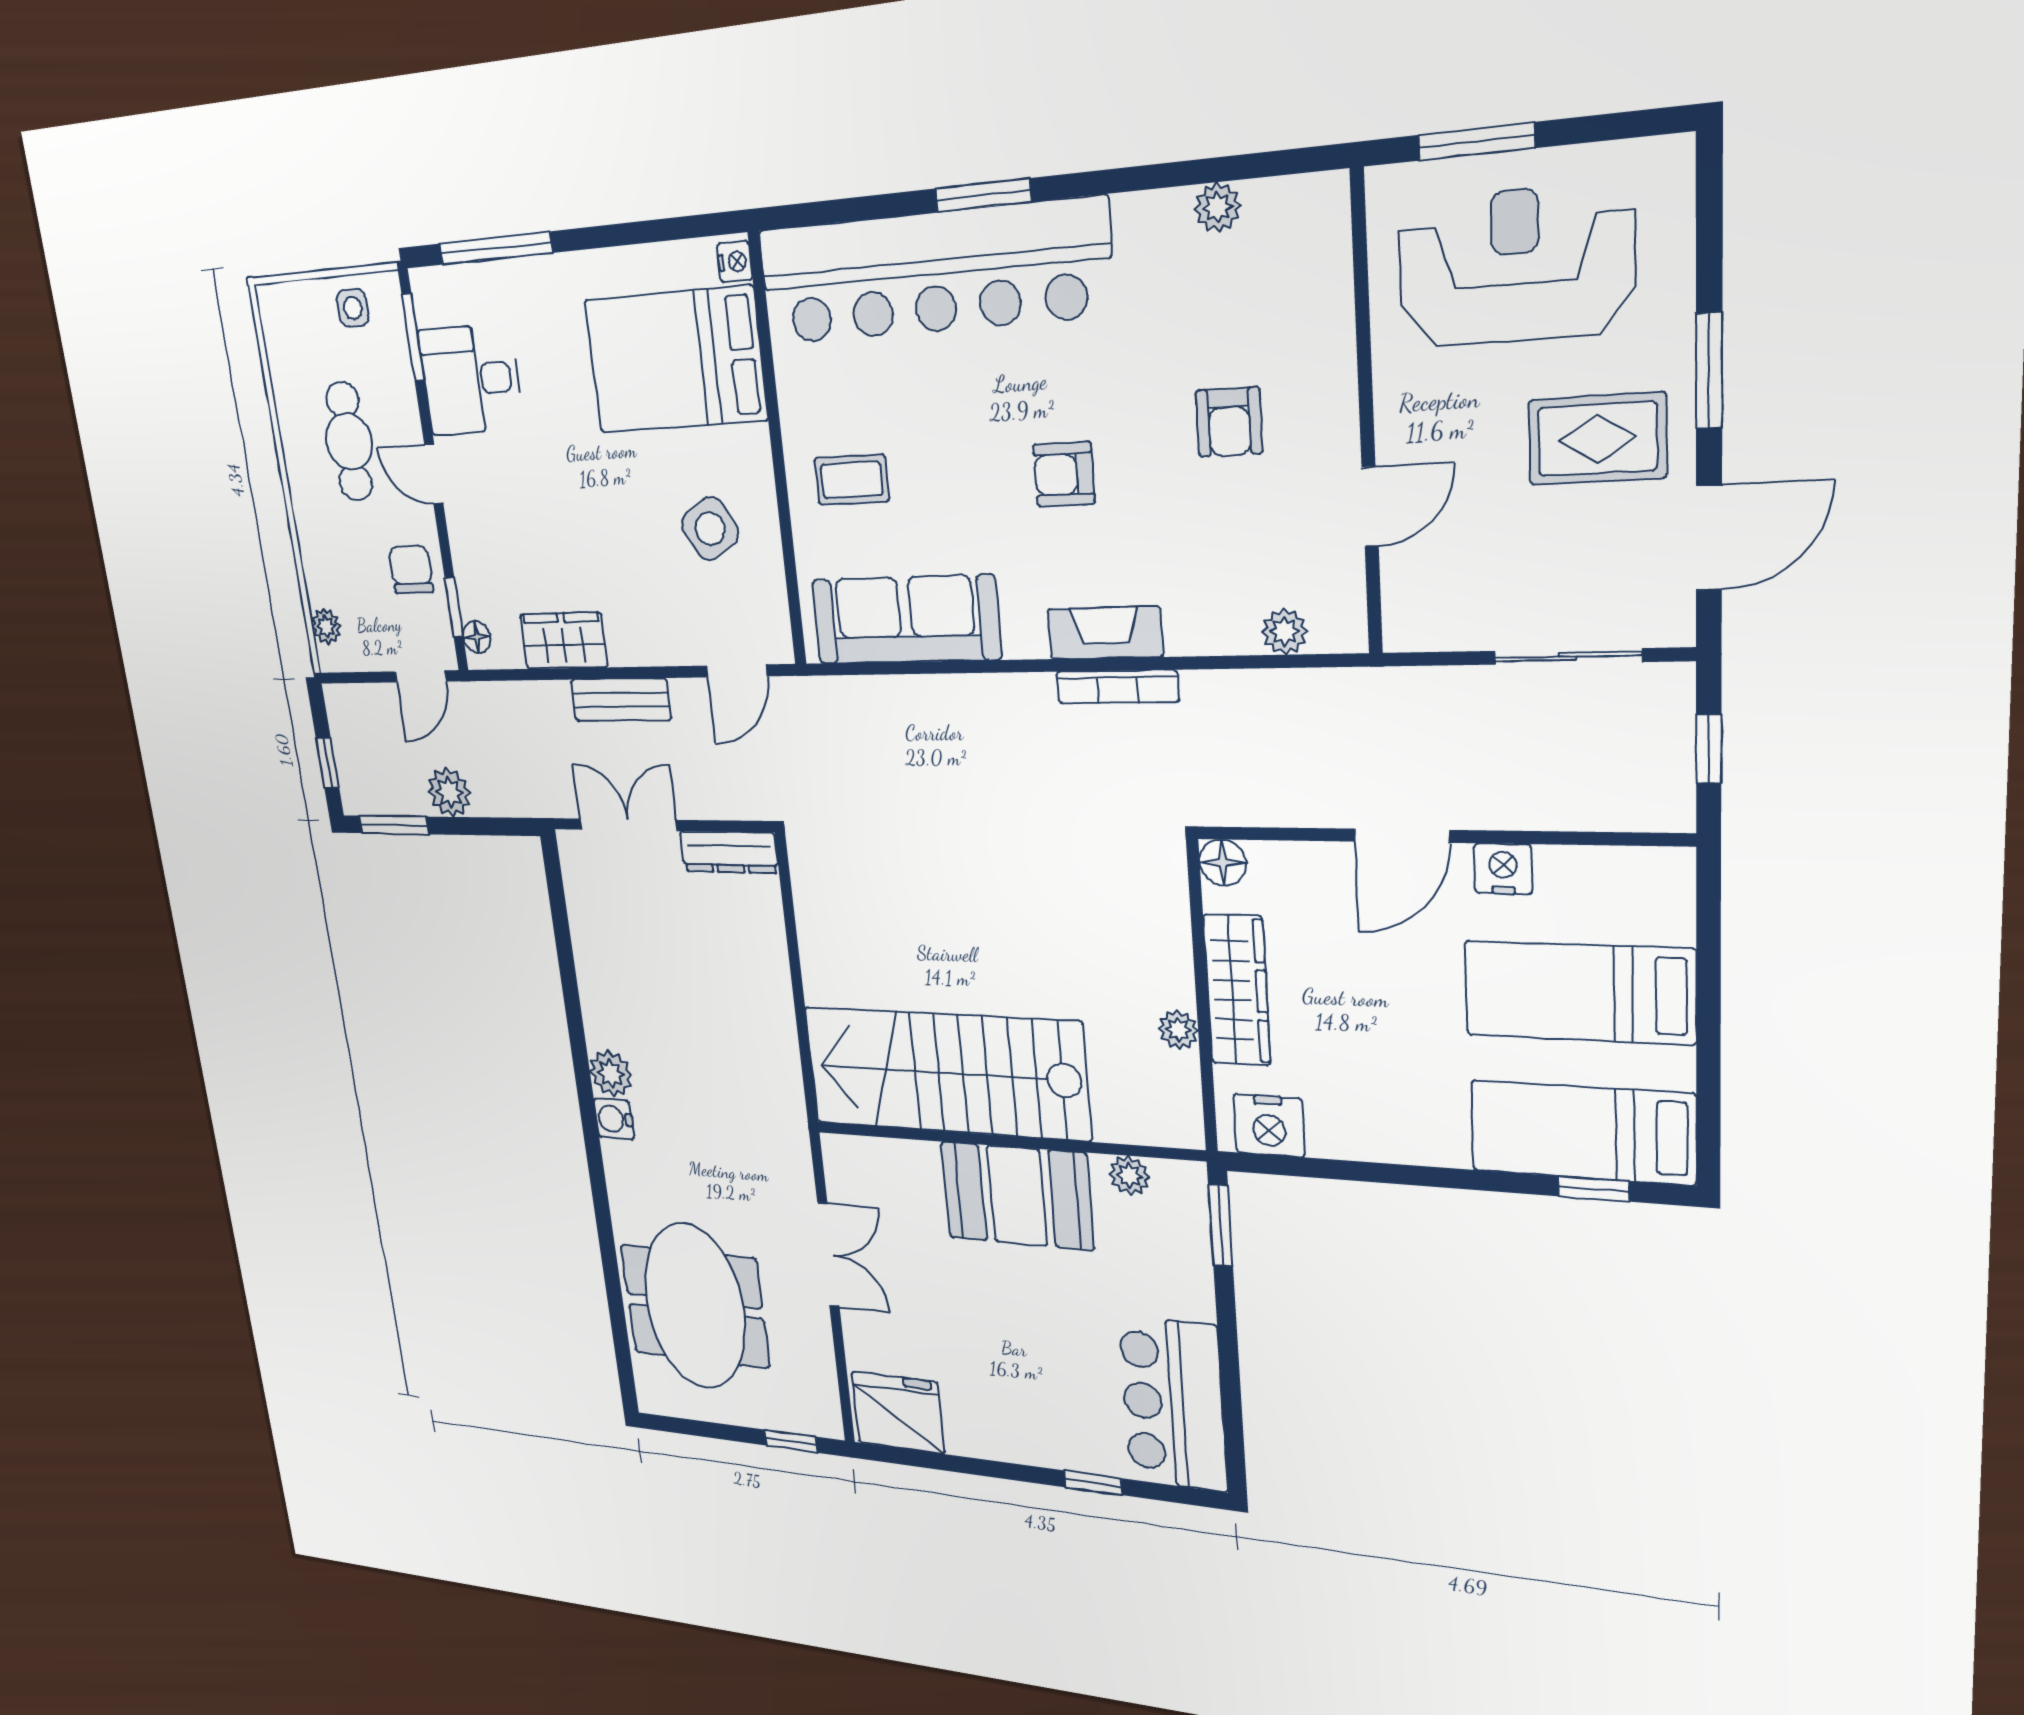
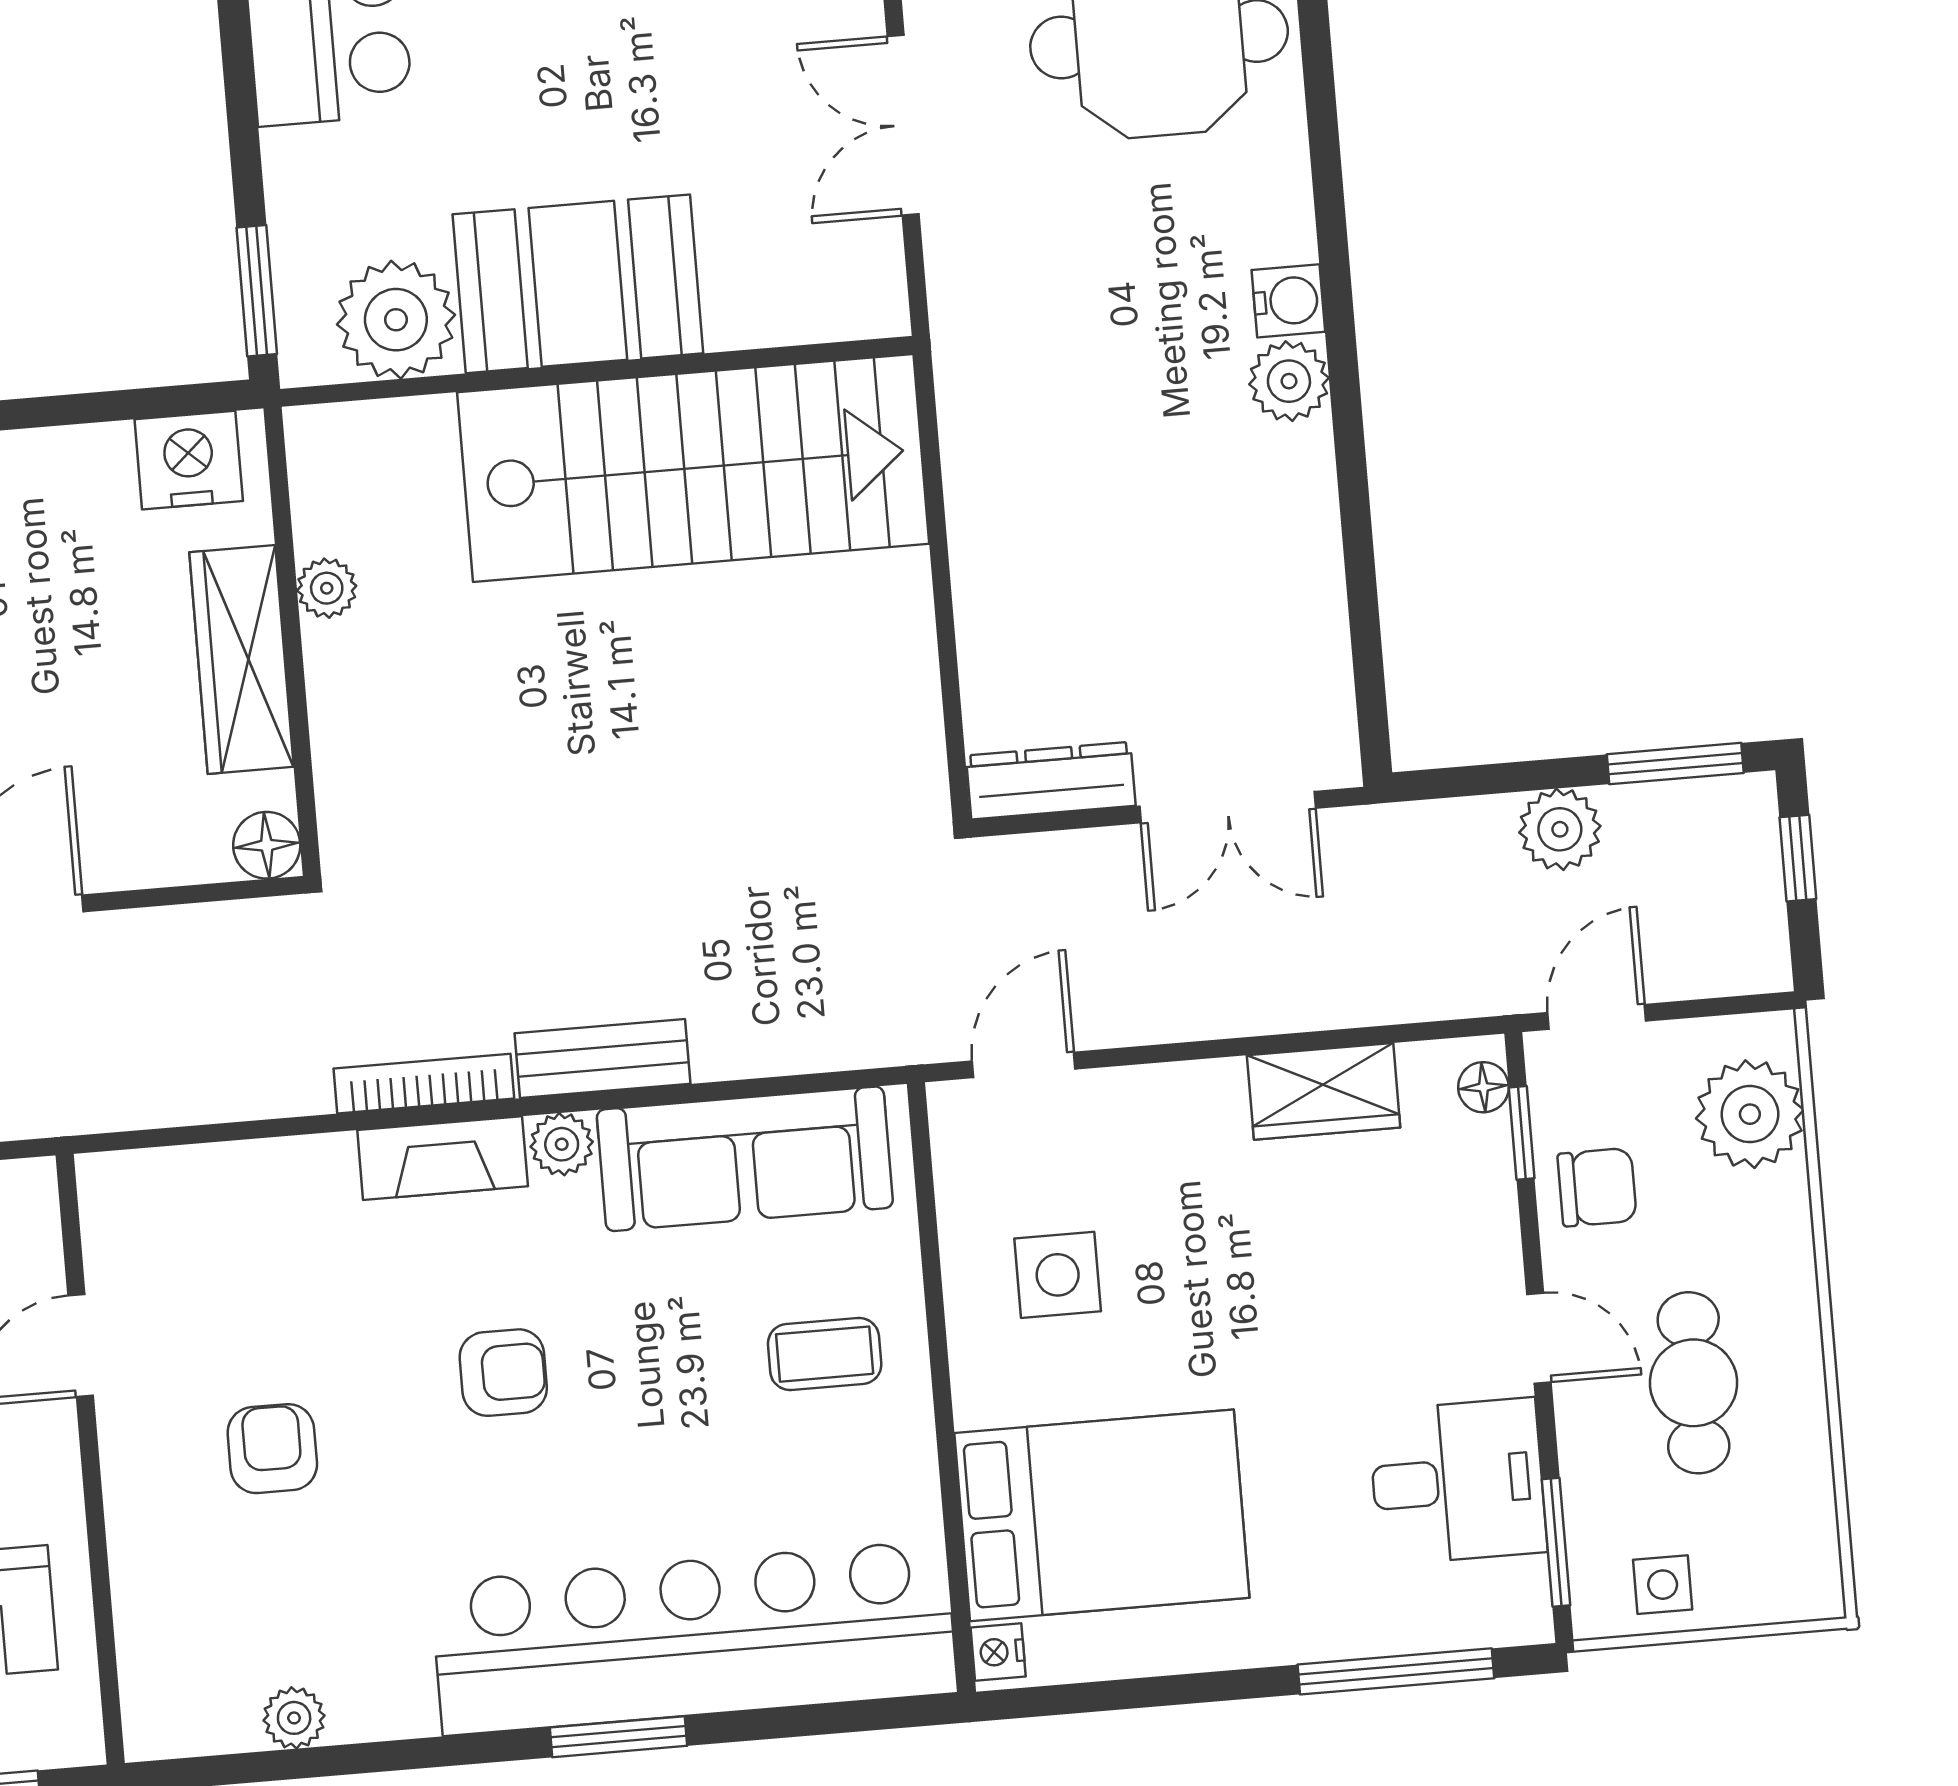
side table: (710, 529) -> (1058, 1275), turned 31
chair: (411, 570) -> (1597, 1187), turned -90
plant: (326, 626) -> (1750, 1114), width x1.88, depth x1.88
plant: (1285, 632) -> (562, 1144), moved
bench: (621, 700) -> (603, 1059), moved
plant: (1129, 1176) -> (396, 320), width x1.87, depth x1.87

